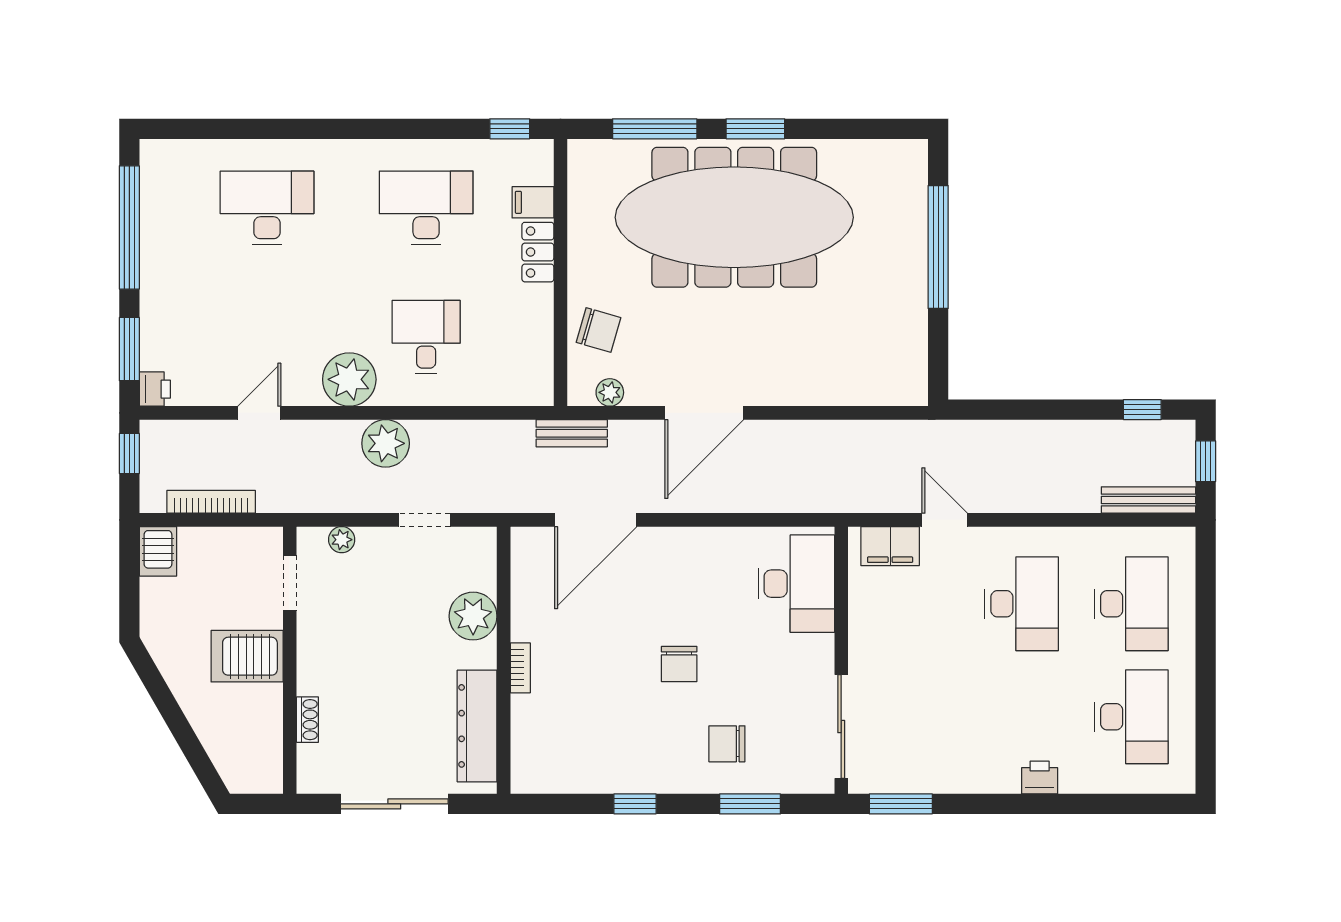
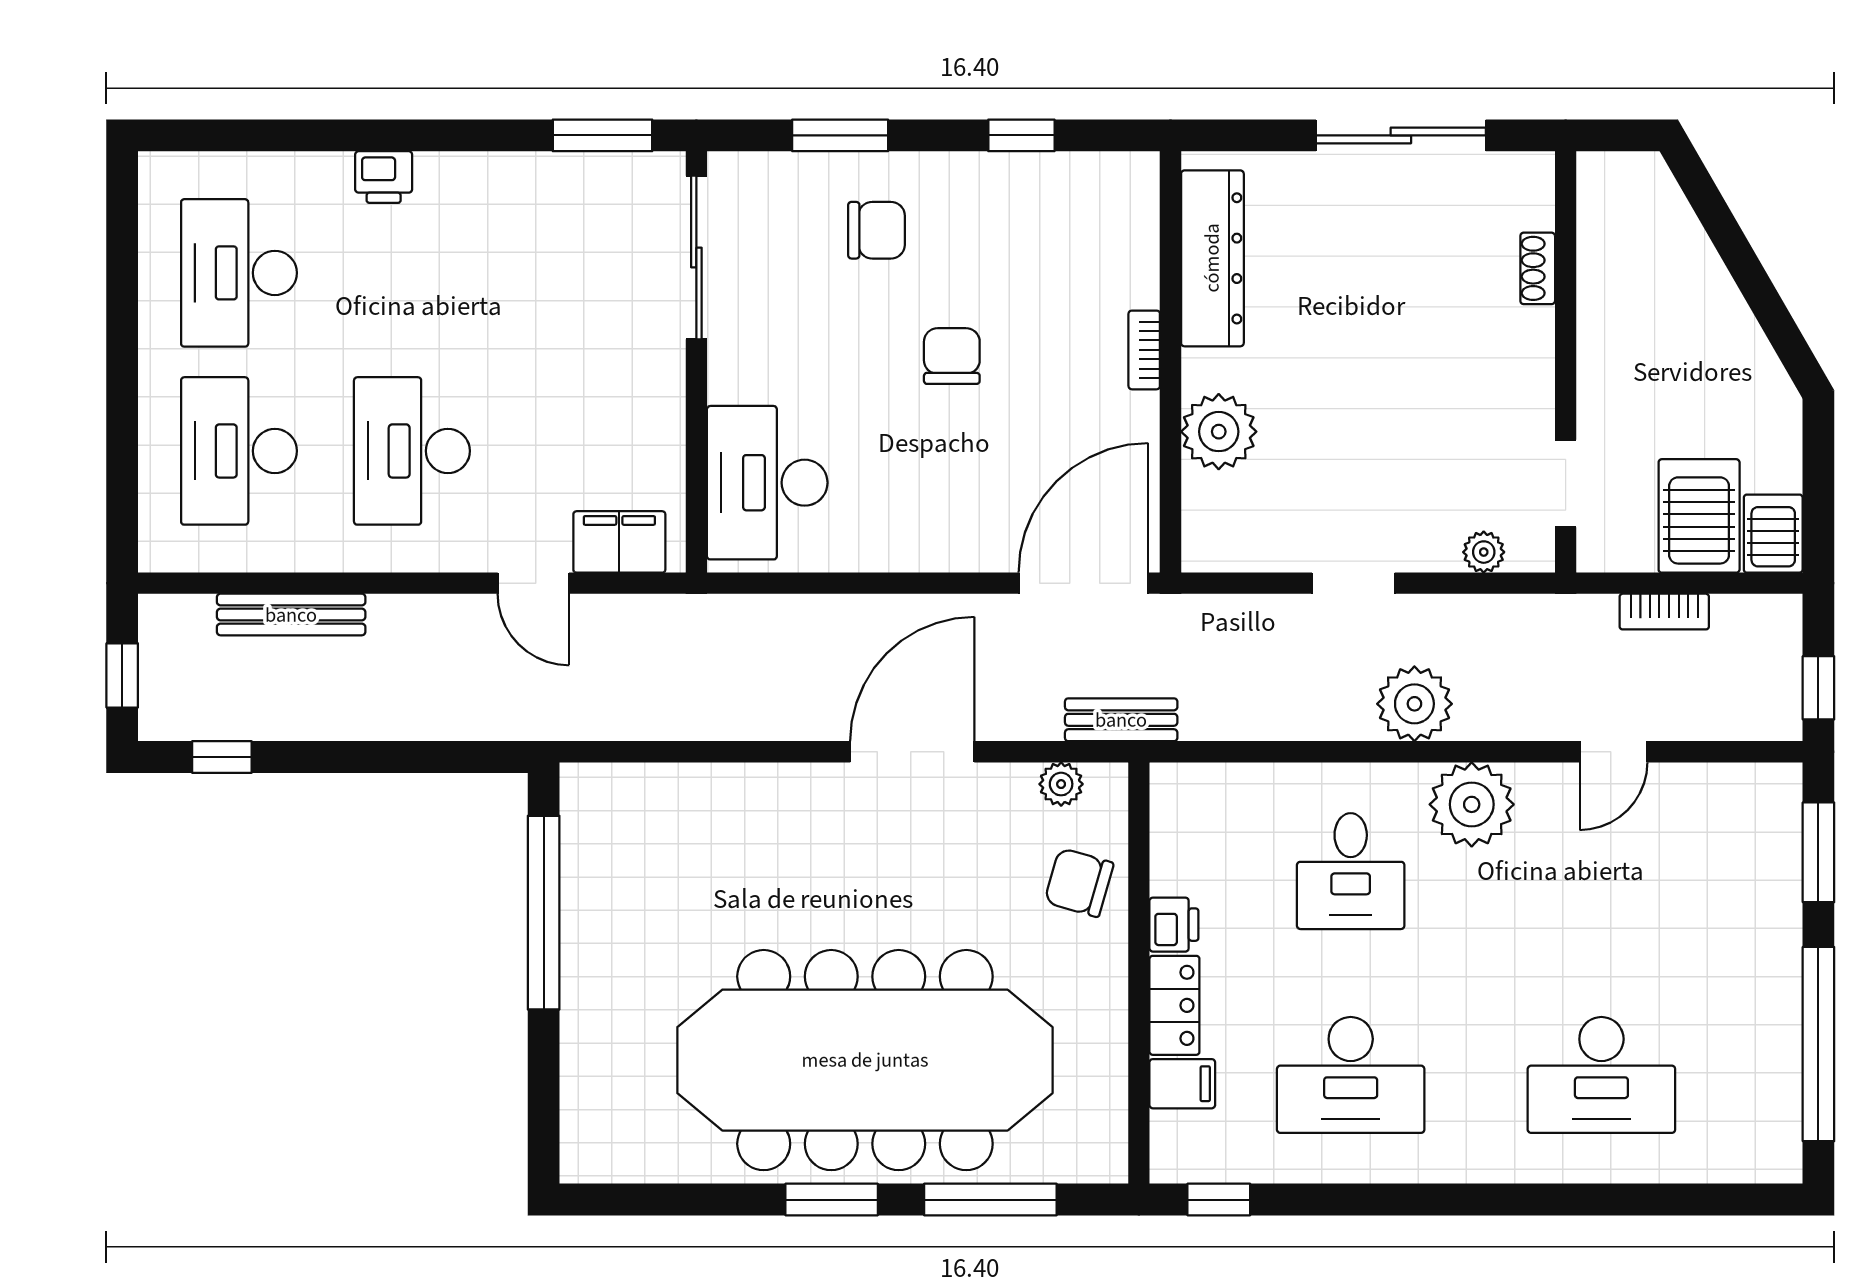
window: (938, 247) -> (544, 913), moved
printer: (155, 389) -> (1174, 925), moved, turned 180
bench: (1148, 500) -> (291, 615), moved
bookcase: (211, 502) -> (1664, 612), width x0.64
plant: (473, 616) -> (1219, 432), moved
server rack: (247, 656) -> (1699, 516), moved, turned -90
wall: (504, 660) -> (1170, 362), moved
bookcase: (520, 668) -> (1144, 350), moved
dresser: (477, 726) -> (1212, 258), moved

